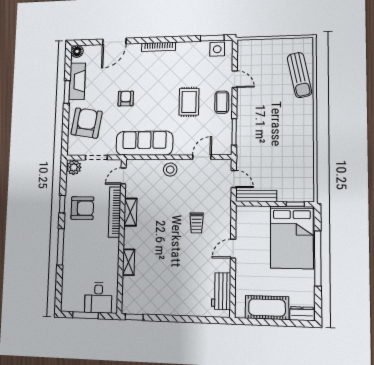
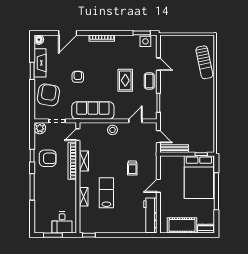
lab bench: (160, 257) -> (106, 193), added
workbench: (221, 291) -> (150, 215), width x1.38

